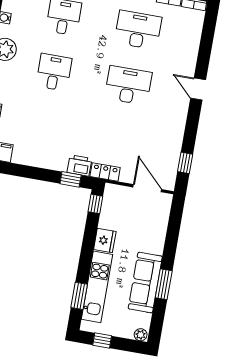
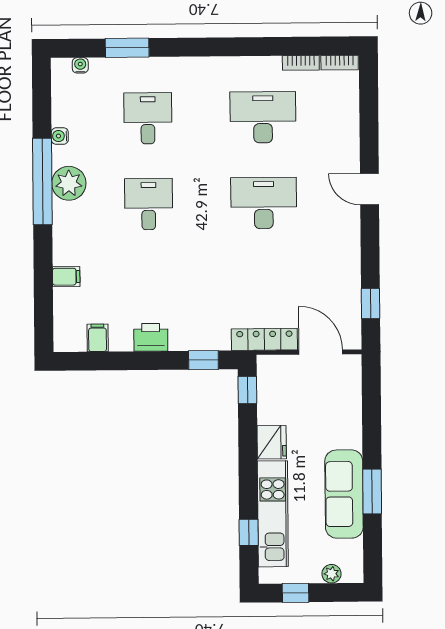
printer: (79, 165) -> (151, 337), moved
locker: (105, 172) -> (264, 339), width x1.53
window: (79, 296) -> (249, 532), width x0.67
plant: (141, 335) -> (332, 574), moved

